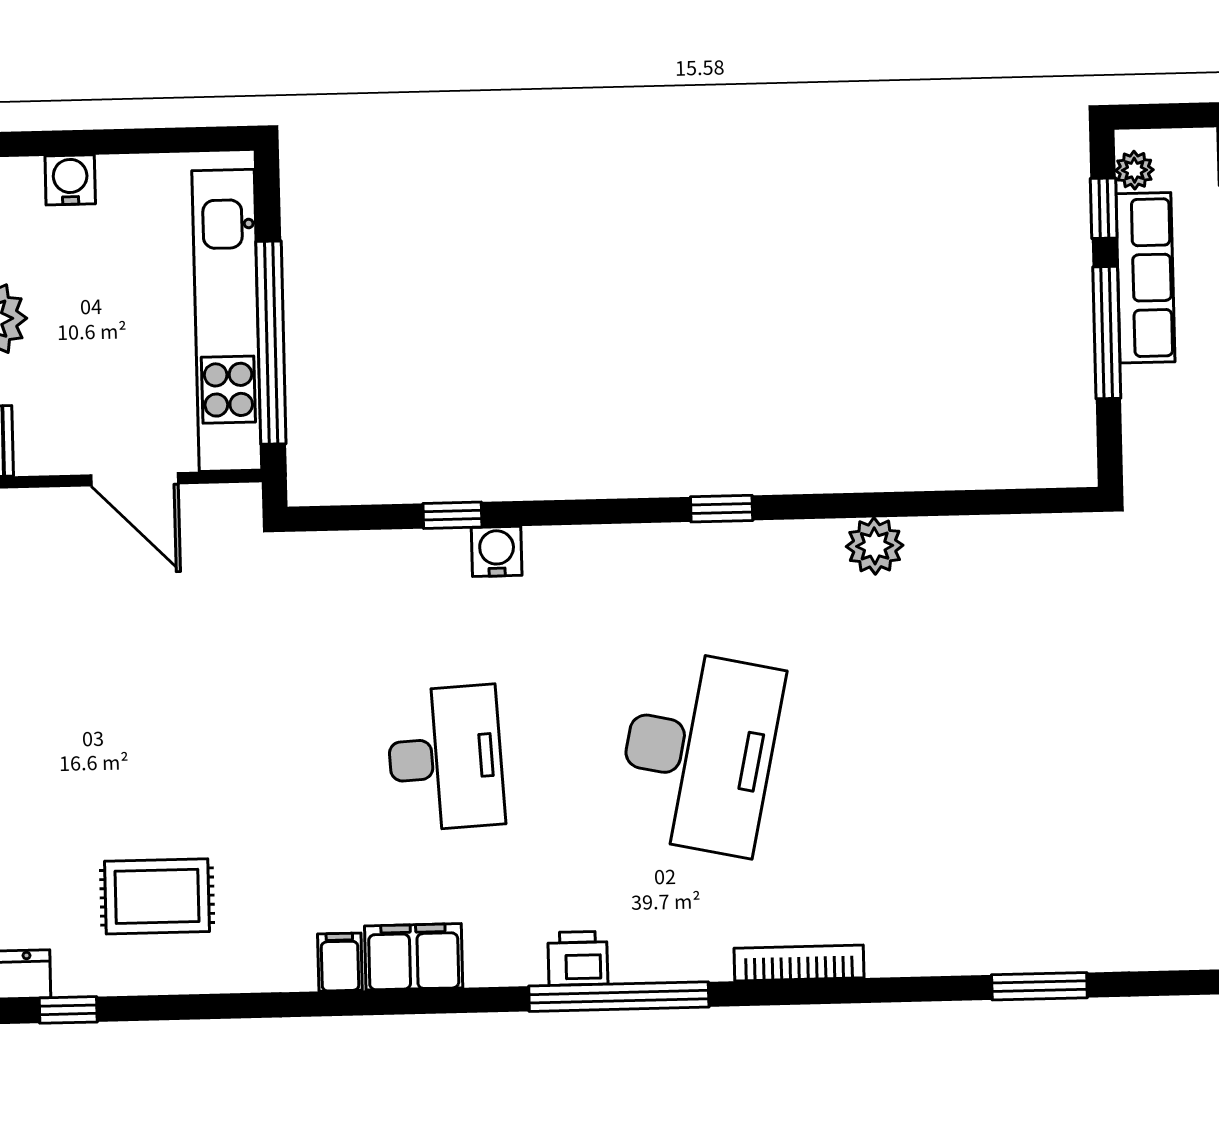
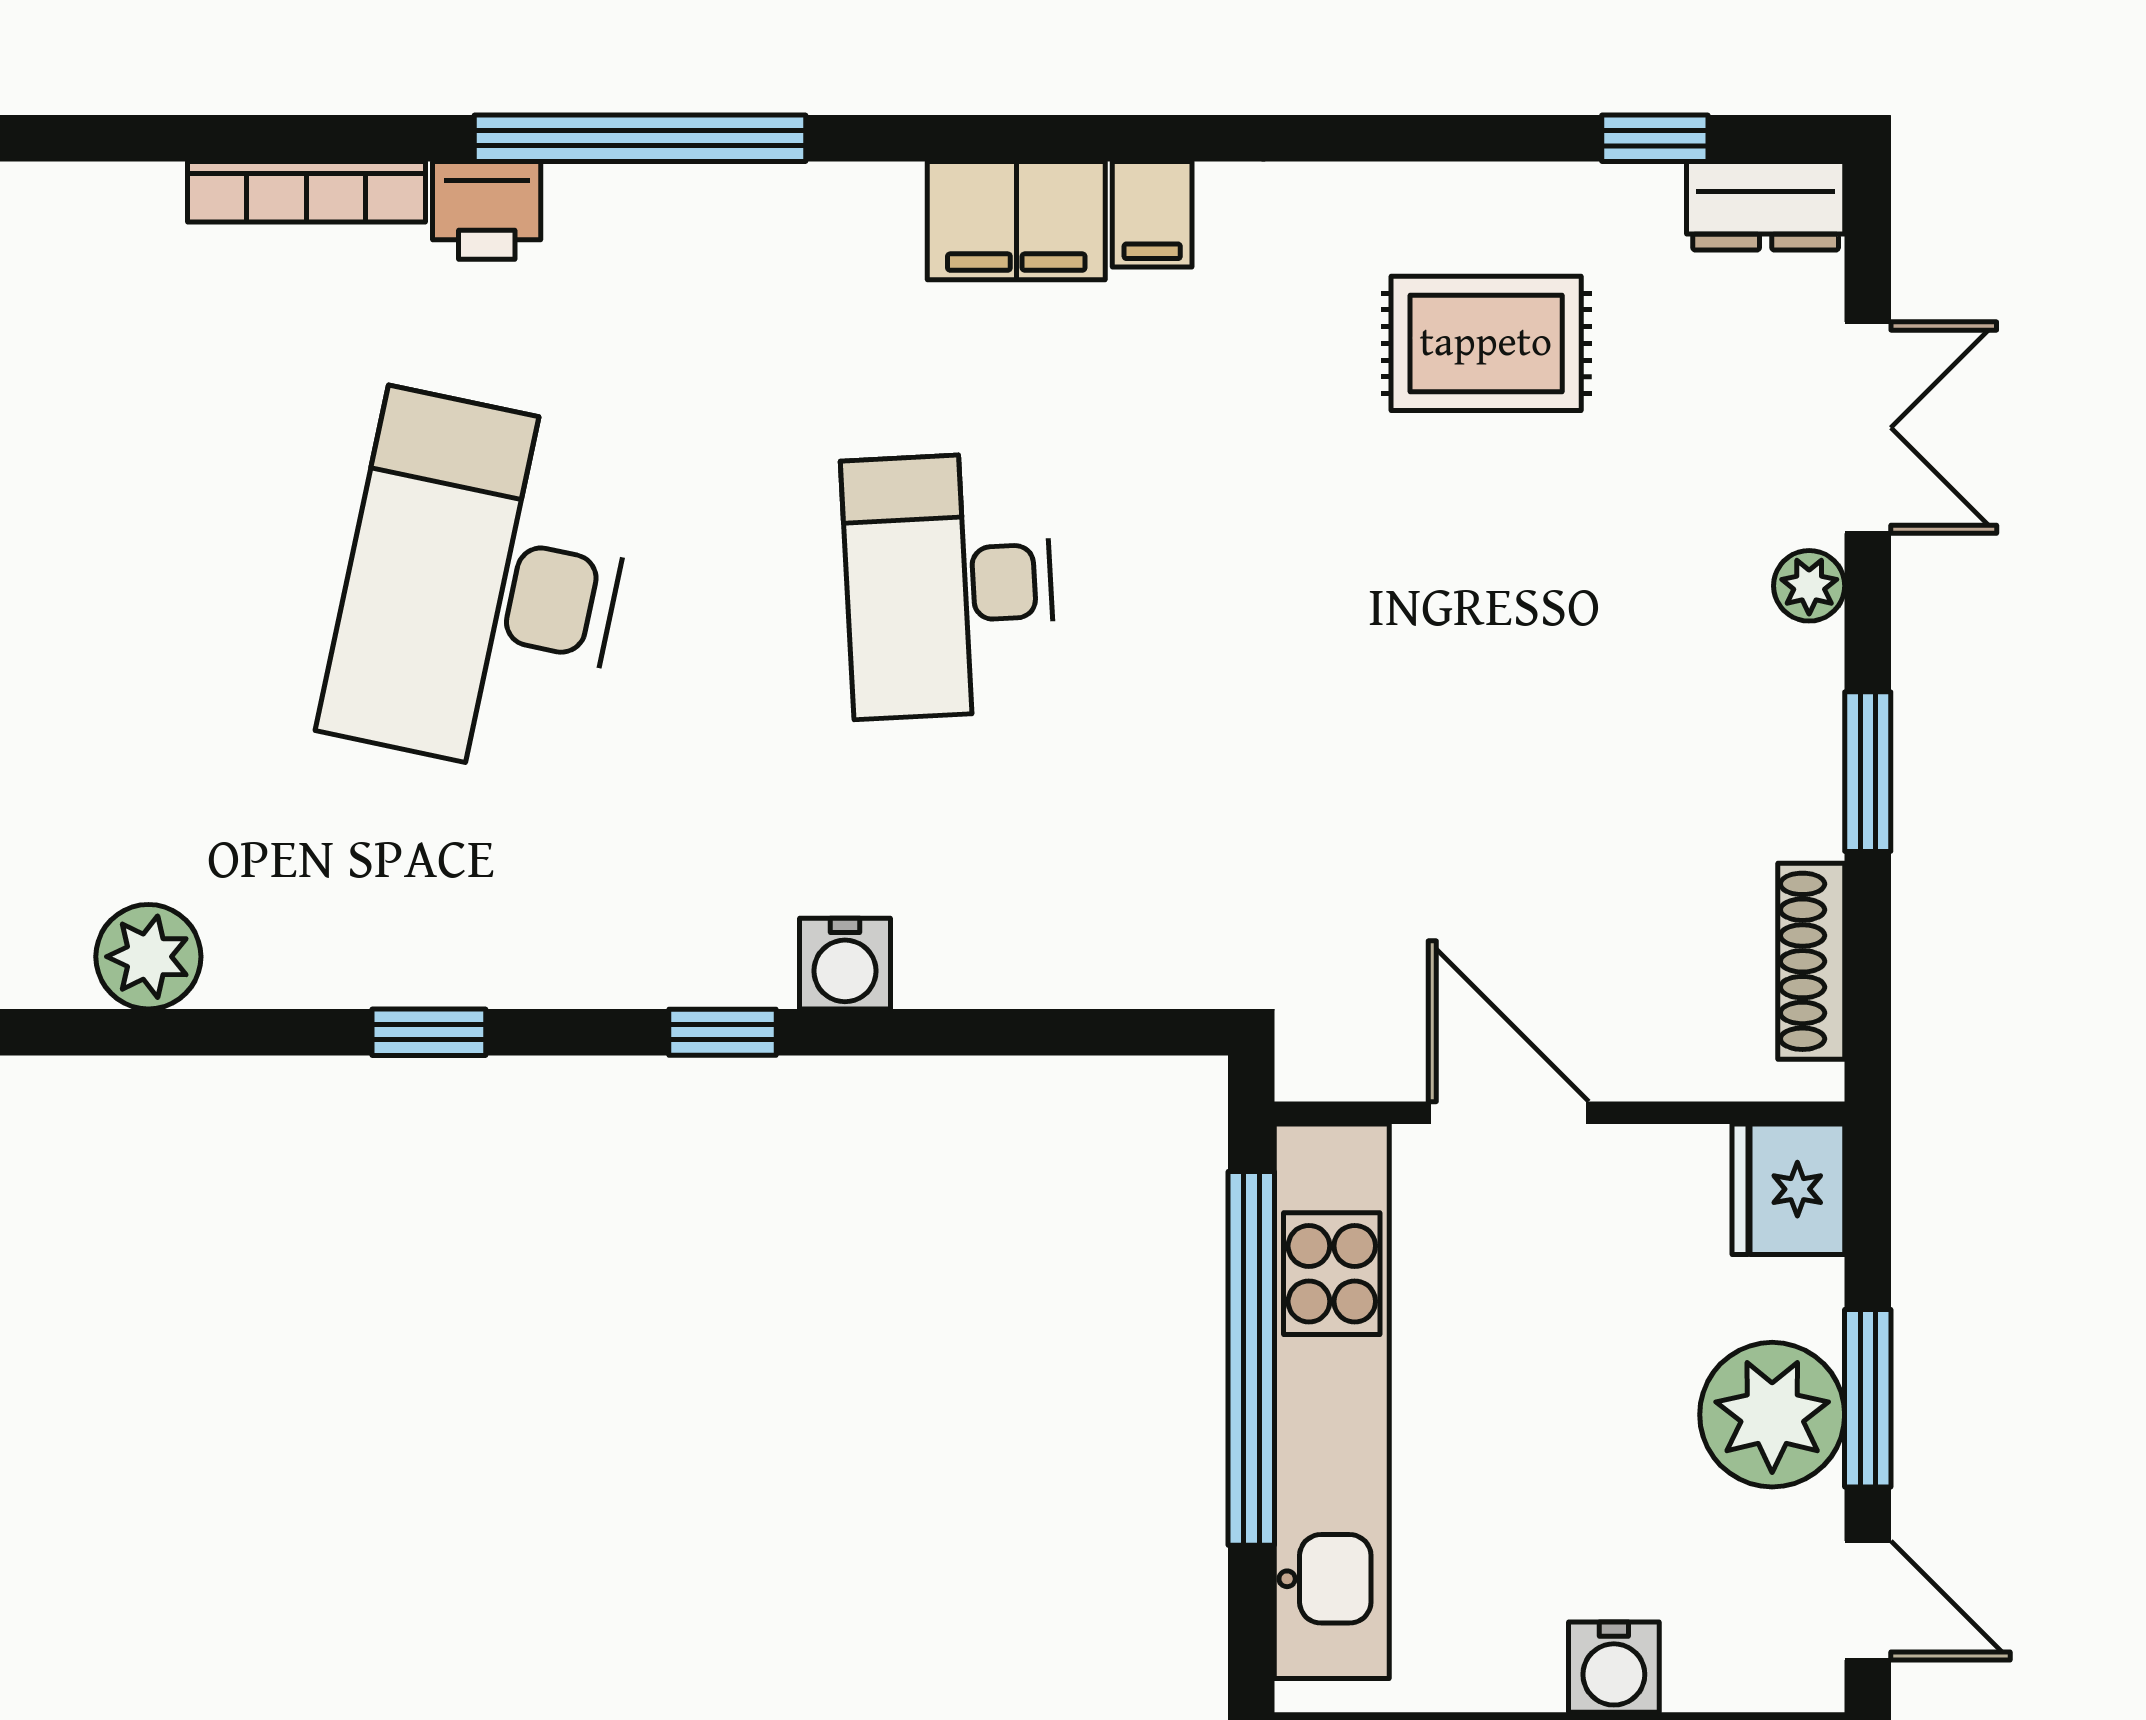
window: (452, 515) -> (723, 1032), moved
printer: (578, 958) -> (487, 210), moved

